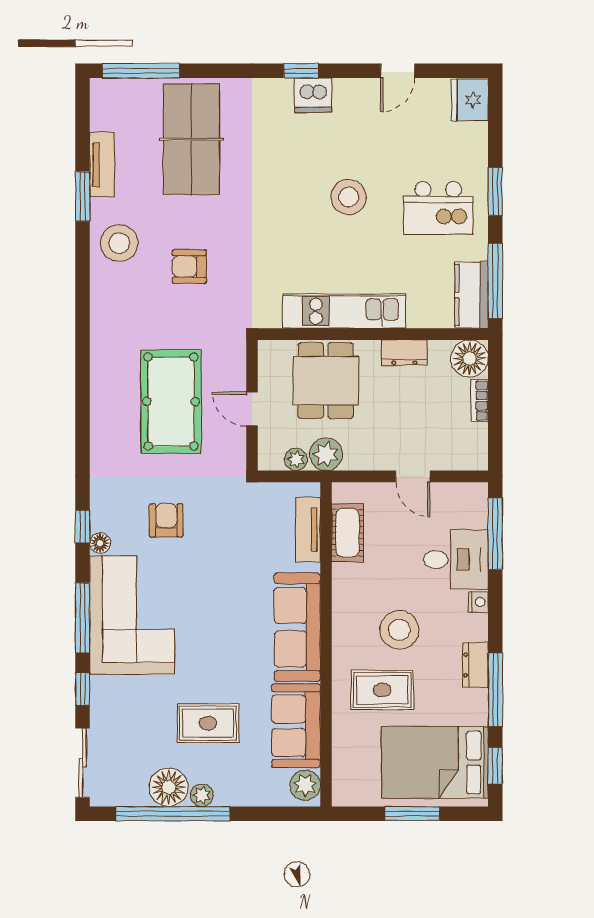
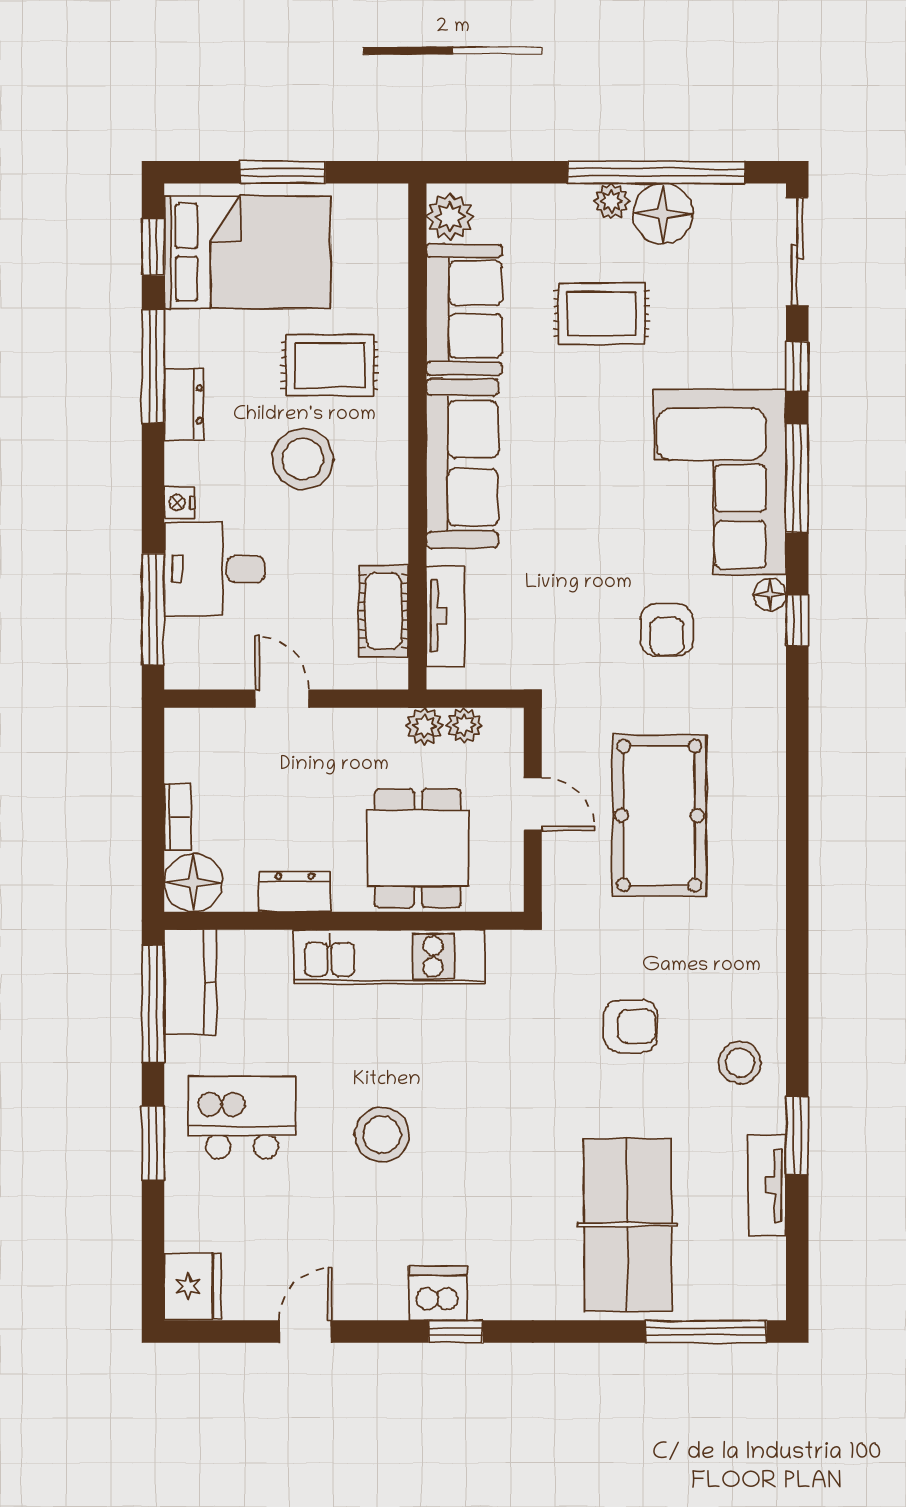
stool: (119, 243) -> (740, 1063), width x0.73, depth x0.73
plant: (326, 454) -> (424, 726), width x0.73, depth x0.73

